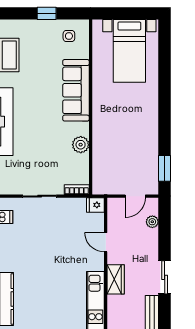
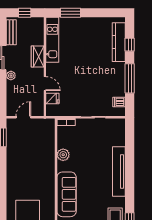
fridge: (95, 205) -> (52, 99), moved
plant: (152, 222) -> (11, 76), moved

